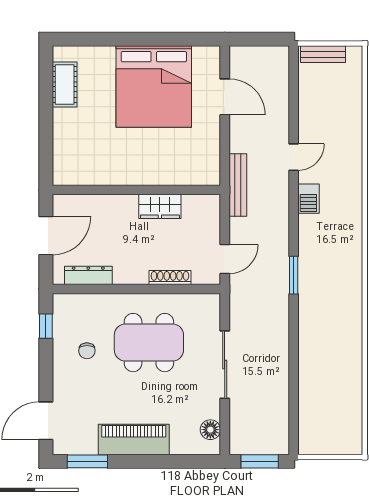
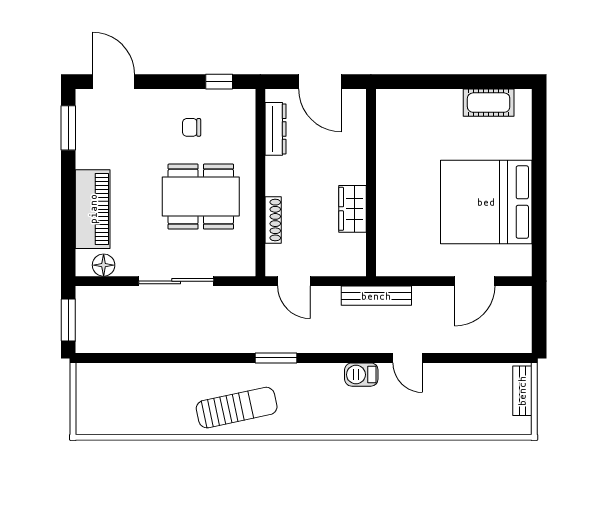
sun lounger: (338, 310) -> (237, 408), added
dining table: (149, 343) -> (201, 197), turned 90
piano: (134, 439) -> (93, 209), moved

